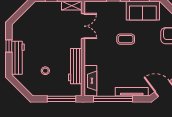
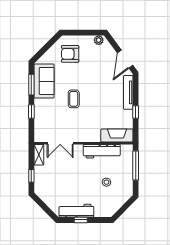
double door: (83, 26) -> (60, 143), swing flipped
workbench: (18, 58) -> (76, 211), moved
window: (113, 99) -> (136, 112), width x0.32

